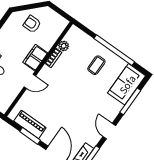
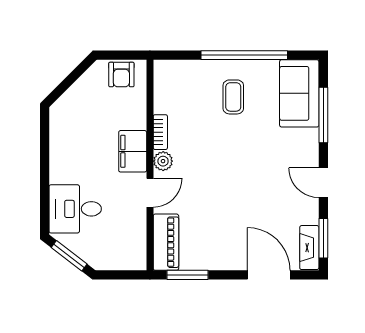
armchair: (32, 24) -> (121, 75), moved, turned -90
plant: (64, 46) -> (163, 161), moved
piano: (30, 124) -> (166, 242), moved, turned 90
window: (30, 136) -> (188, 275), moved

